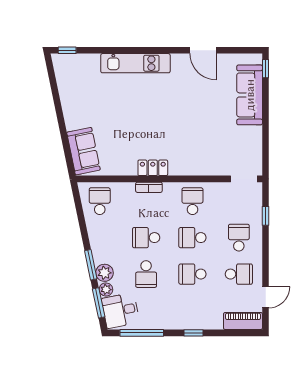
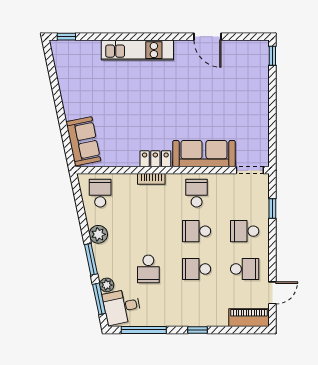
sofa: (250, 95) -> (204, 154), moved, turned 90
school desk: (146, 238) -> (148, 231), removed
school desk: (239, 238) -> (245, 231), turned -90
plant: (105, 273) -> (98, 234), moved

